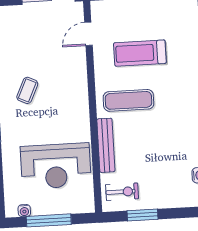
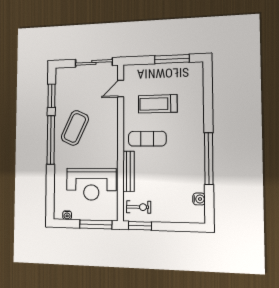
coffee table: (27, 90) -> (75, 128), width x1.86, depth x1.72
window: (142, 215) -> (140, 226), moved
window: (49, 220) -> (96, 224), moved

